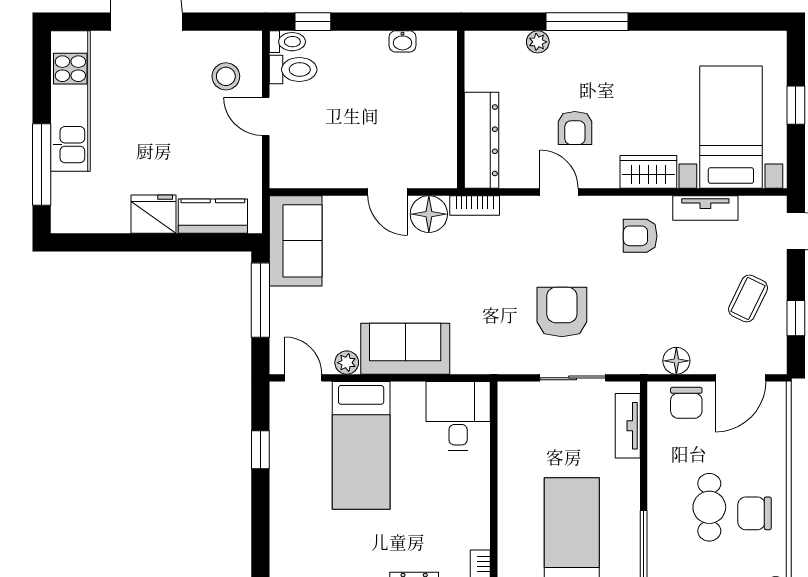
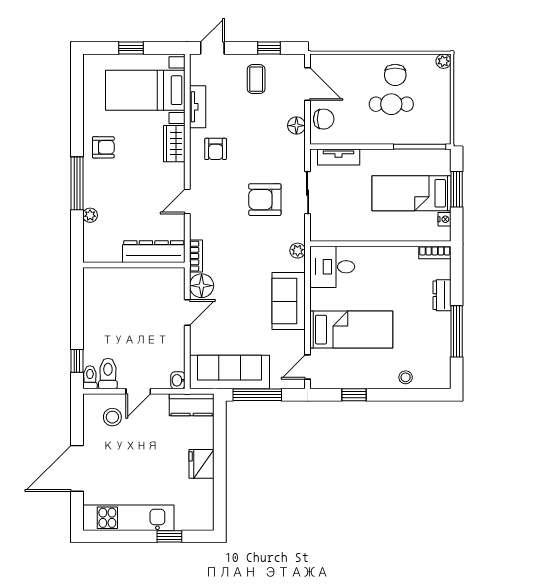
washbasin: (402, 41) -> (178, 380), moved, turned 180
armchair: (575, 128) -> (103, 147), moved
window: (42, 165) -> (169, 536), width x0.46
kitchen counter: (213, 216) -> (192, 405), moved, turned -90
sofa: (296, 241) -> (229, 372), width x1.36
coffee table: (748, 298) -> (256, 79), turned 64
plant: (347, 363) -> (298, 251), moved
stool: (287, 529) -> (406, 377), added

